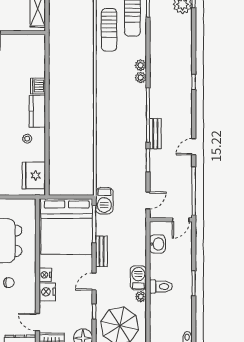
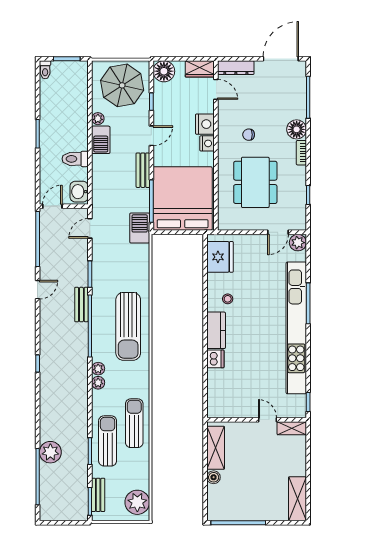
sun lounger: (114, 115) -> (128, 326), added
washbasin: (157, 244) -> (79, 192), moved
toilet: (161, 287) -> (75, 159), moved

